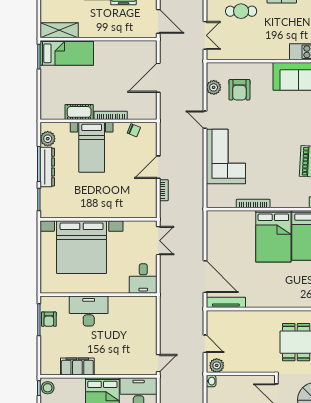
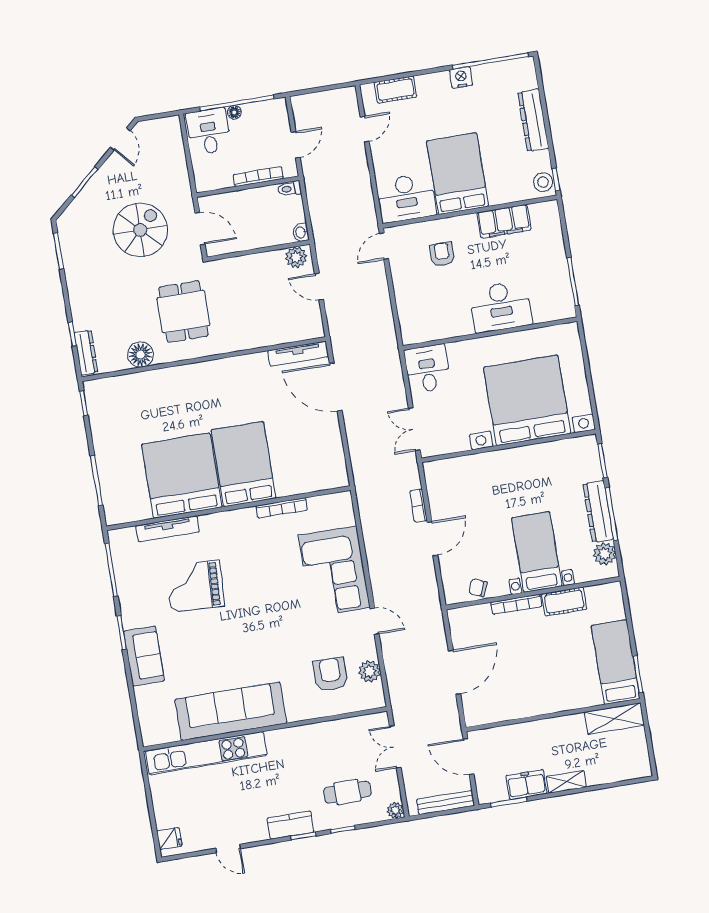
bed: (67, 53) -> (616, 662), moved, turned 90
armchair: (49, 319) -> (442, 254), moved

